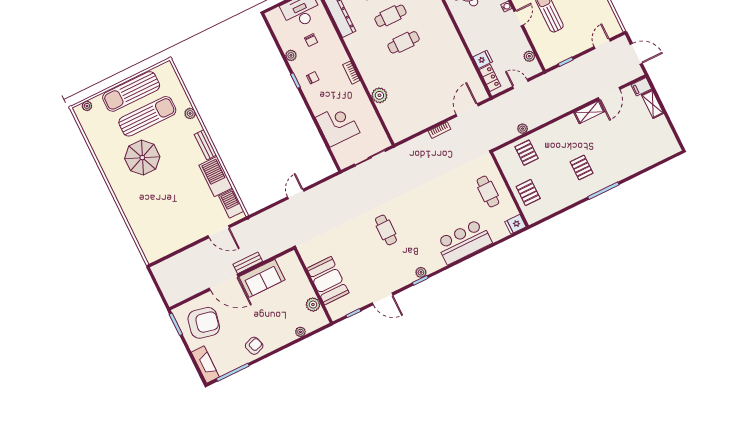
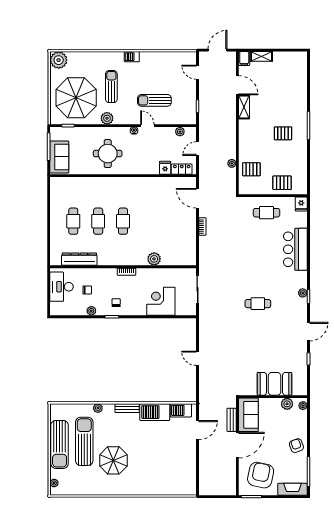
booth: (328, 281) -> (275, 384), moved
wall: (313, 286) -> (273, 397), moved
plant: (313, 305) -> (287, 404), moved

